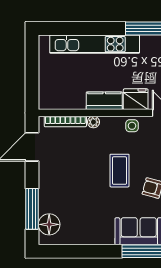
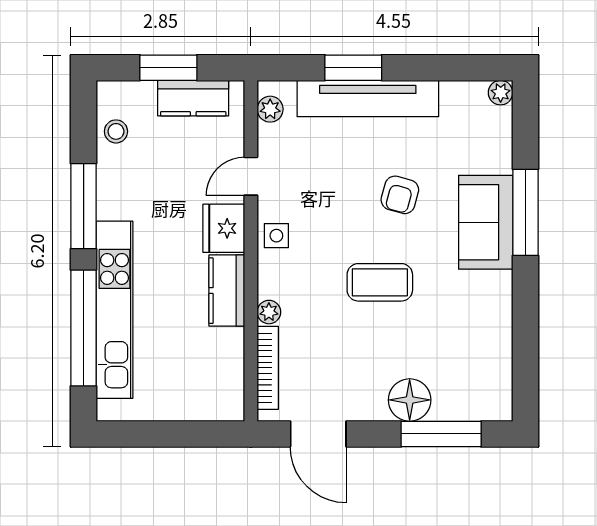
window: (85, 29) -> (84, 328), added
coffee table: (119, 171) -> (380, 282), moved
floor lamp: (49, 224) -> (410, 400), moved

